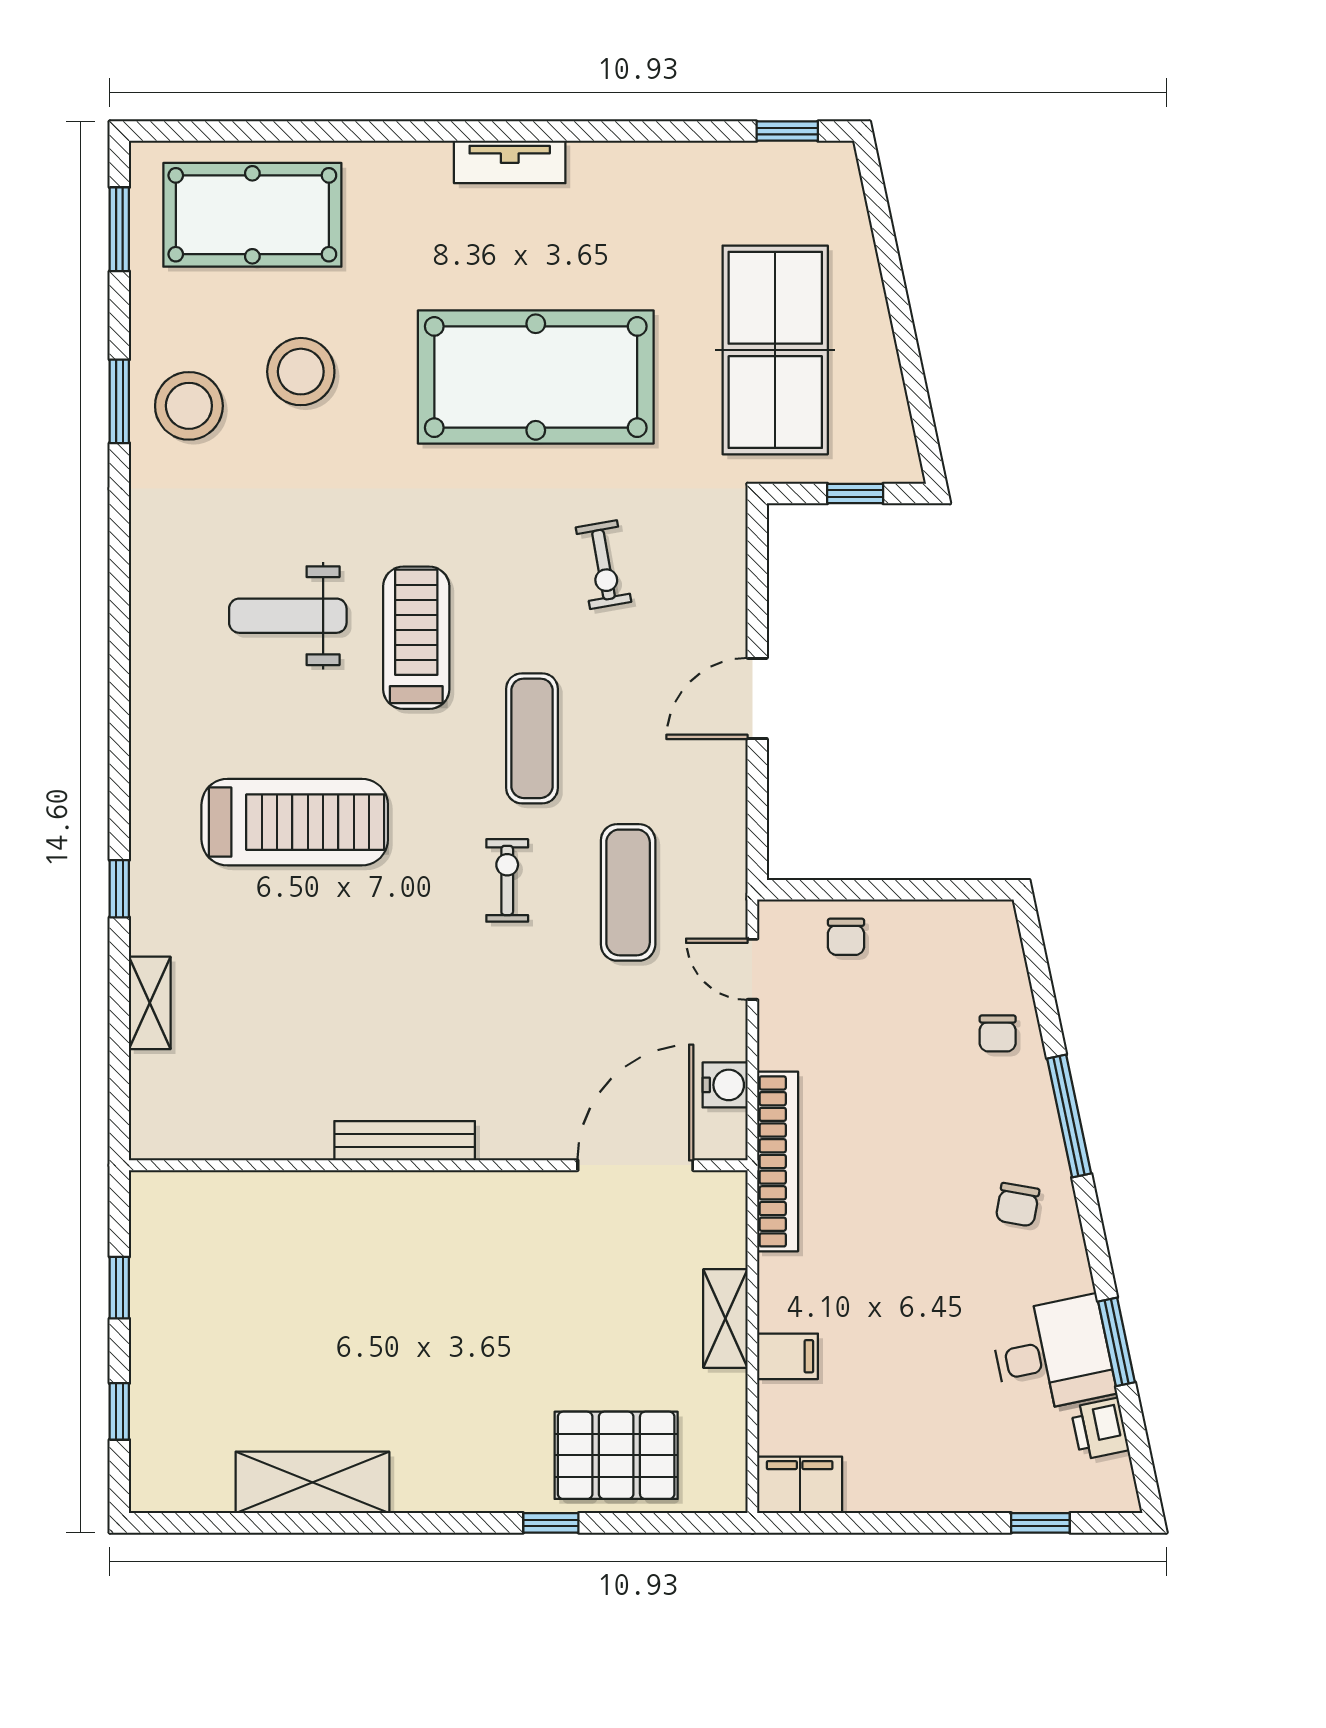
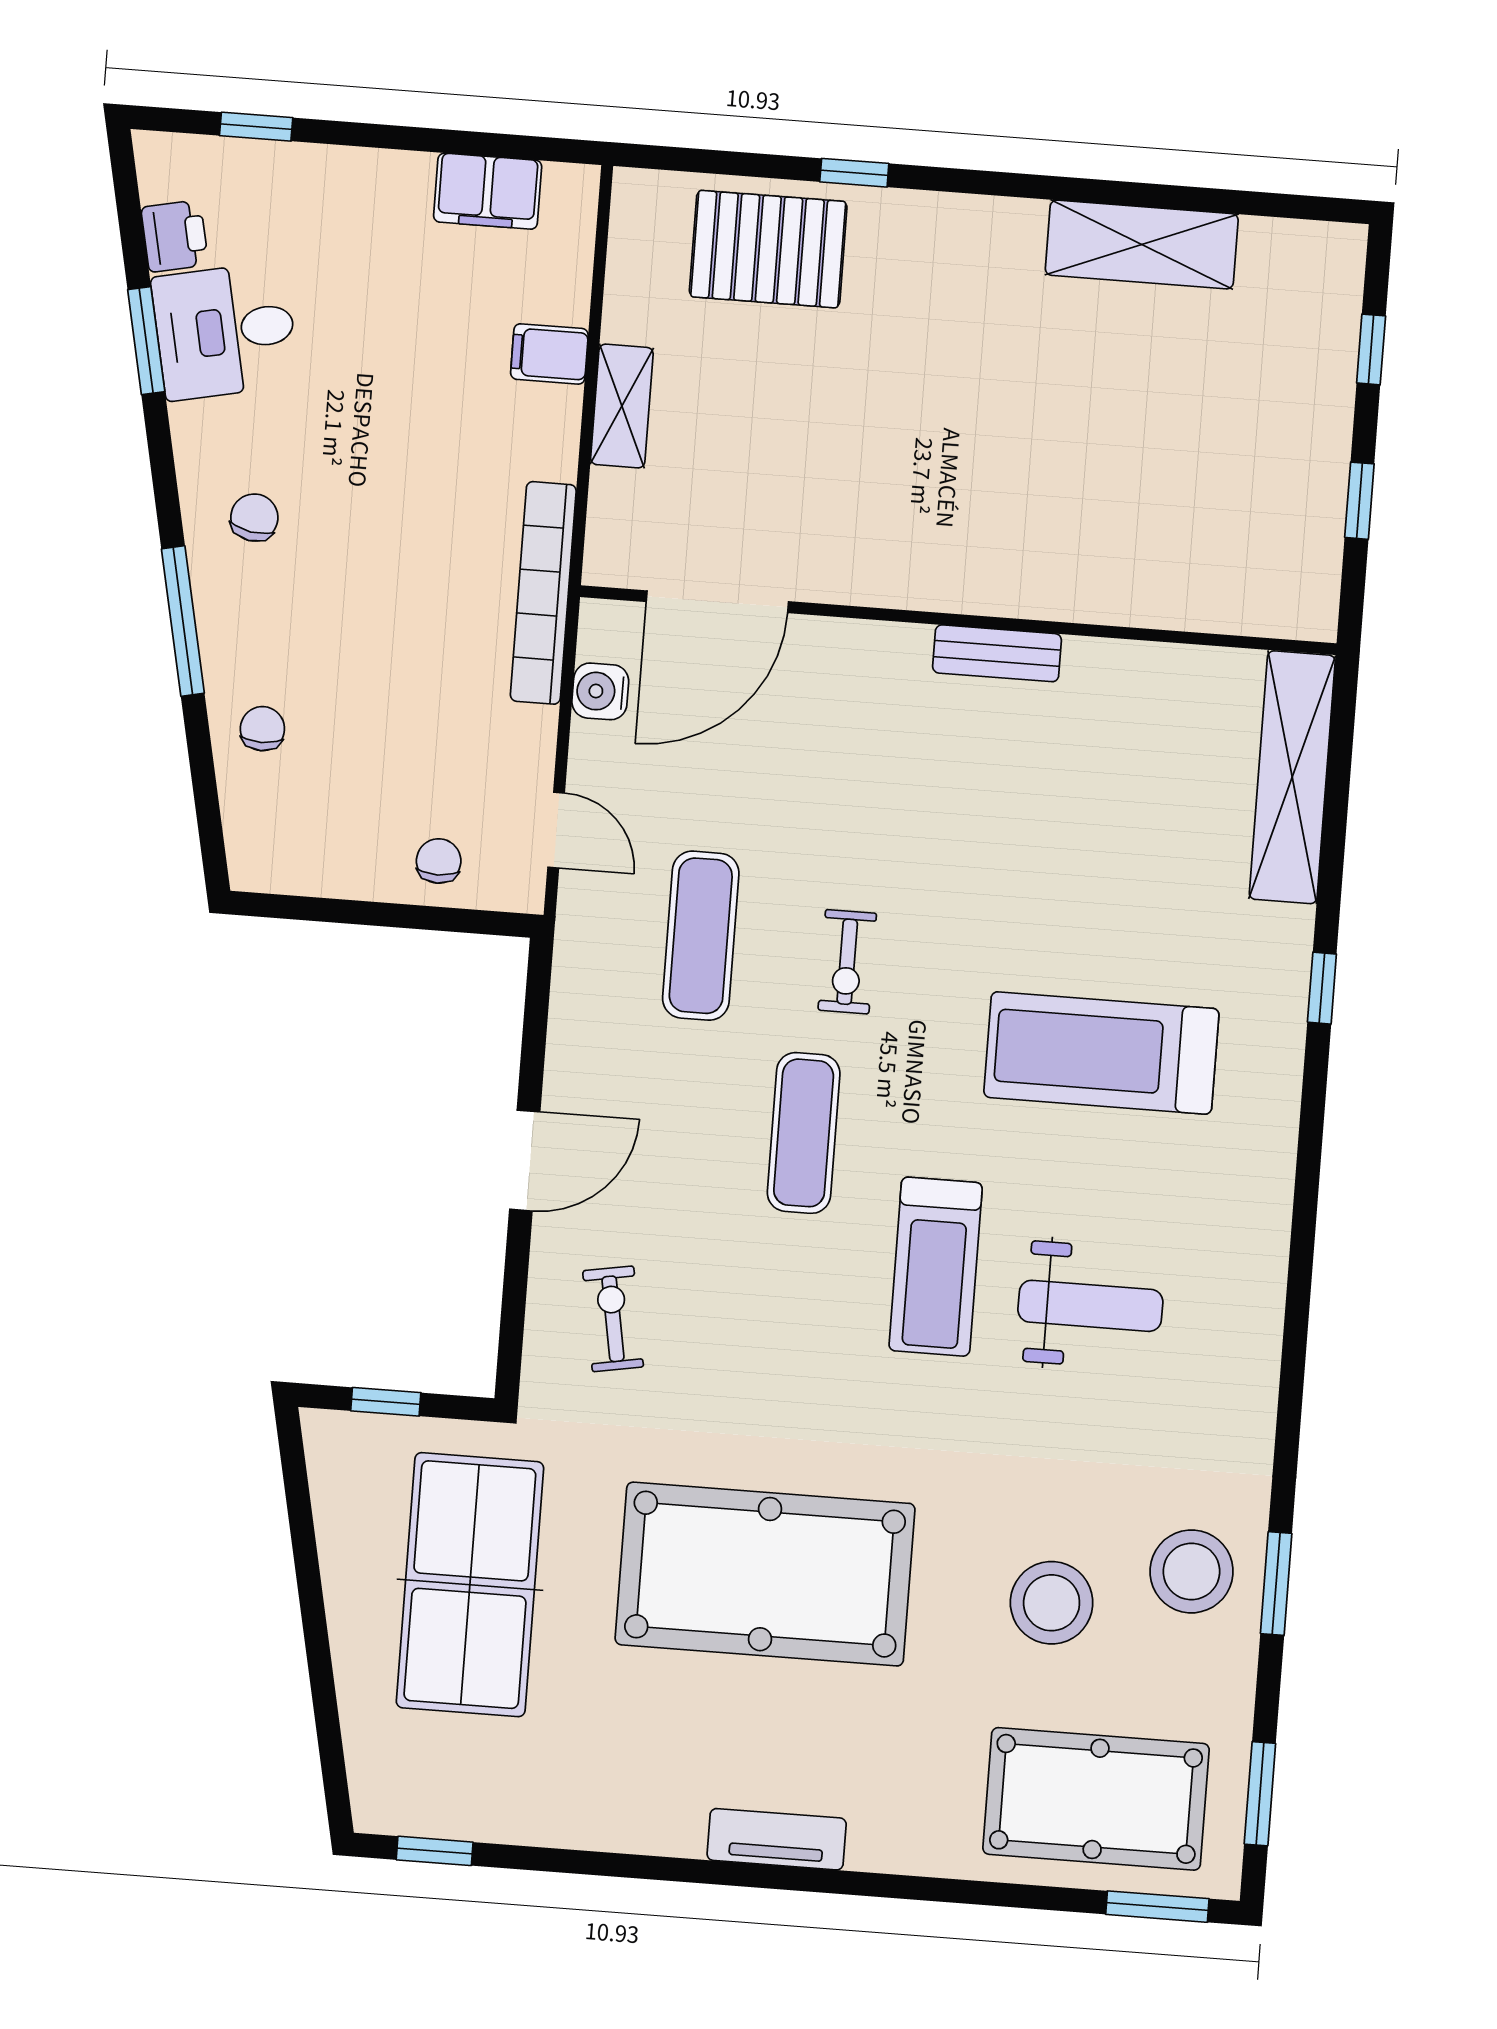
window: (196, 131) -> (1157, 1907), added
exercise bike: (604, 565) -> (613, 1319), moved
shelving: (150, 1003) -> (1292, 777), width x2.20, depth x1.33
bench: (405, 1141) -> (997, 653), width x0.73
filing cabinet: (800, 1485) -> (488, 191), moved

